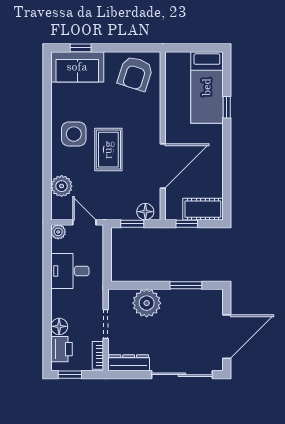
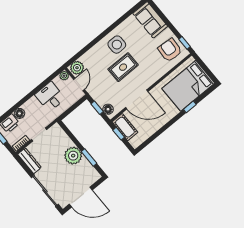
window: (81, 48) -> (185, 43), moved
armchair: (135, 74) -> (170, 50), turned 76
bed: (207, 87) -> (188, 86), width x1.50
plant: (62, 186) -> (77, 68), moved
cot: (203, 209) -> (125, 127), moved
plant: (147, 303) -> (73, 156), moved

